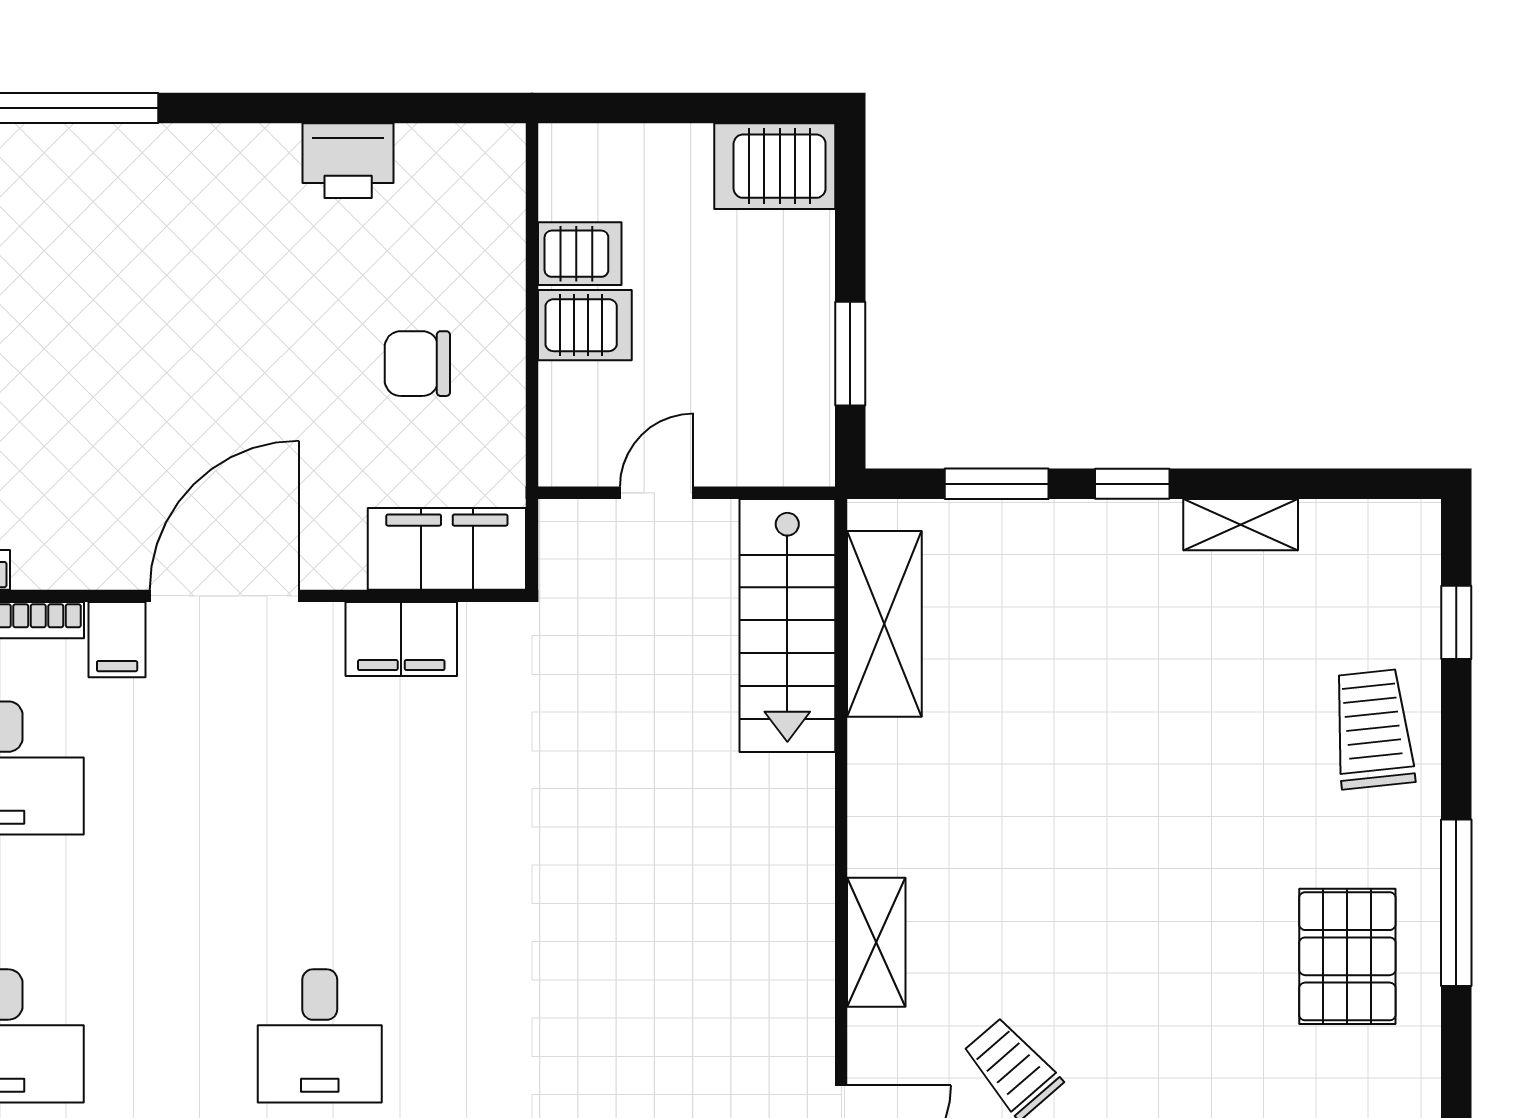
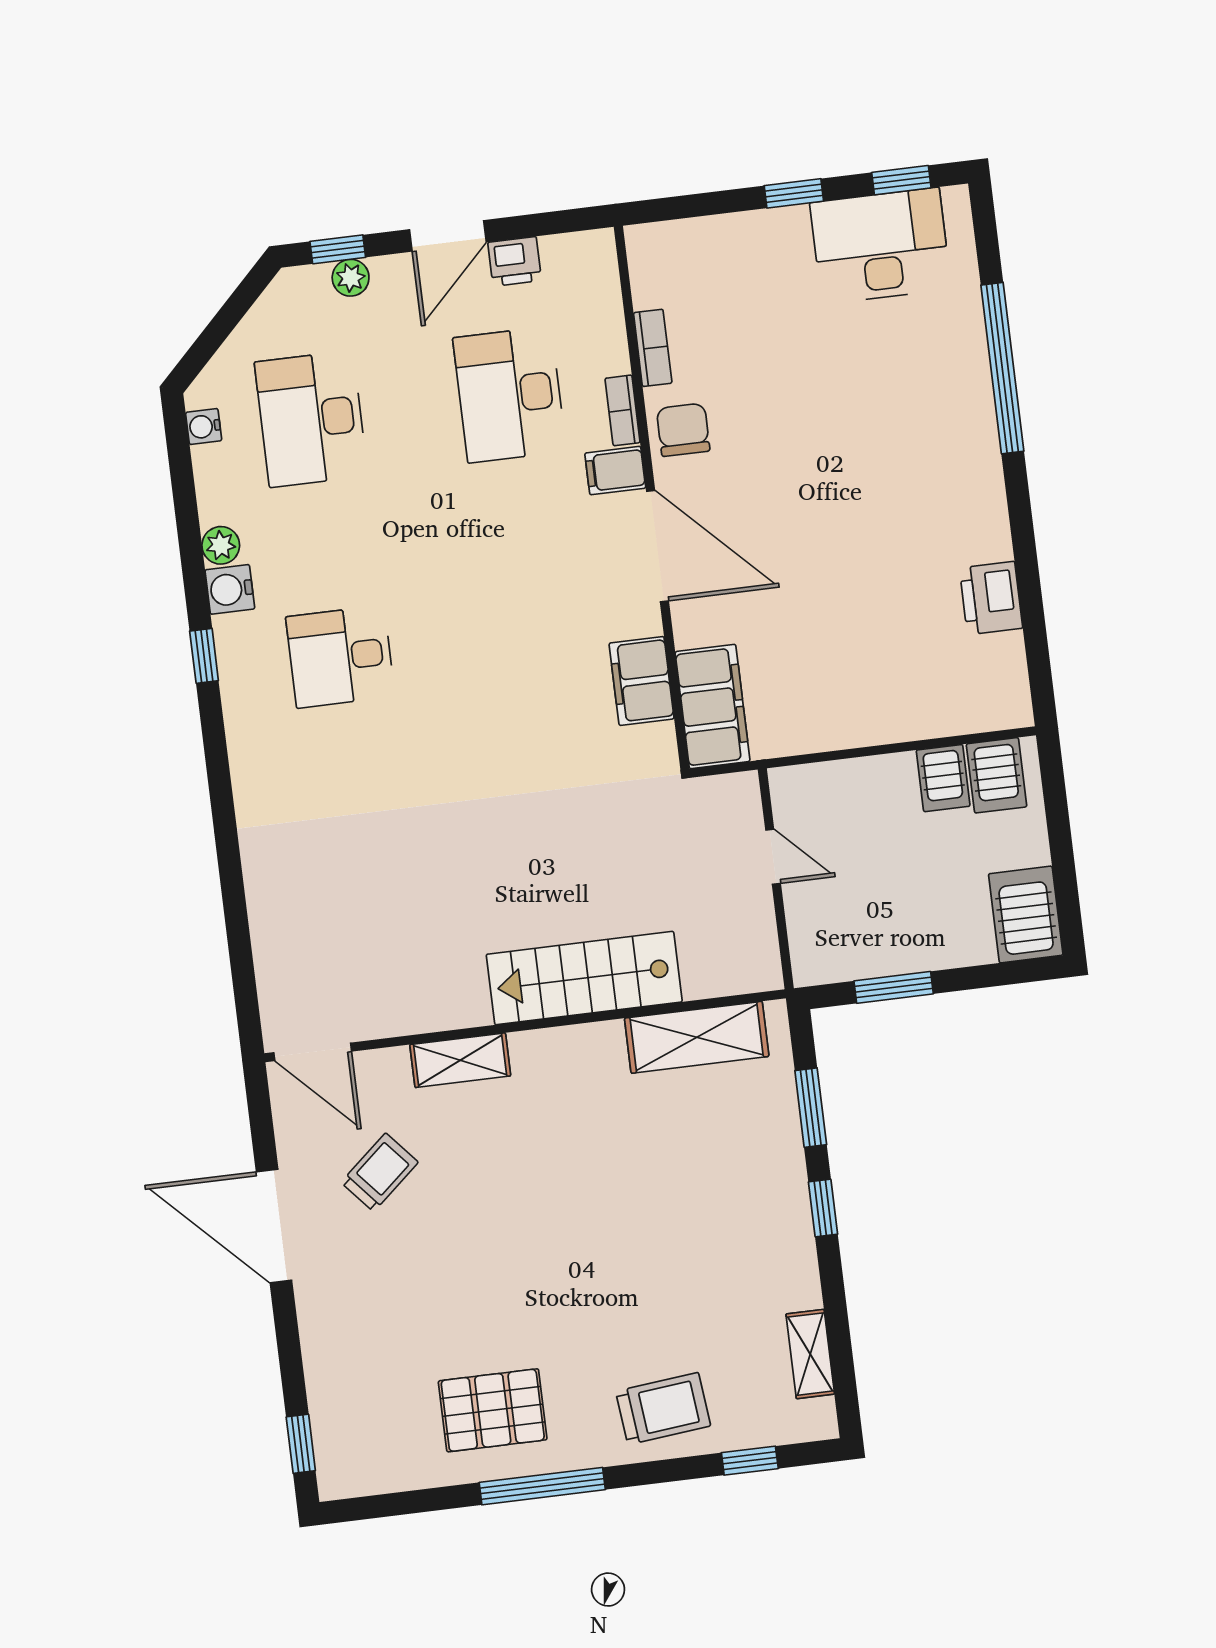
server rack: (585, 325) -> (997, 775), moved
chair: (417, 364) -> (683, 430), moved
shelving: (1241, 525) -> (810, 1354), moved
stairs: (787, 625) -> (584, 978), moved

